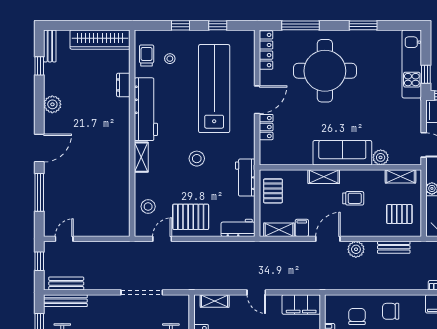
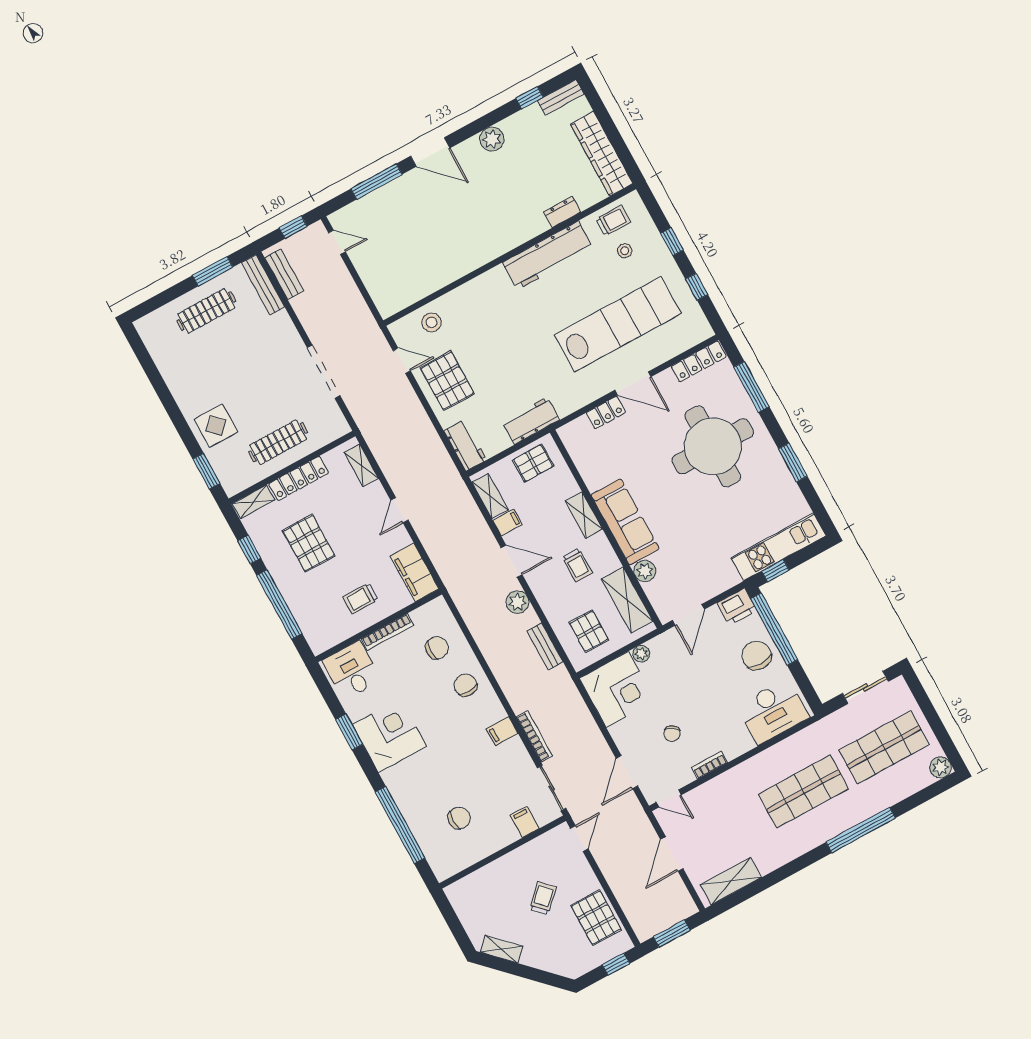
shelving: (141, 157) -> (487, 281), removed
stool: (197, 159) -> (522, 349), removed
shelving: (400, 176) -> (627, 600), width x1.50, depth x1.33

